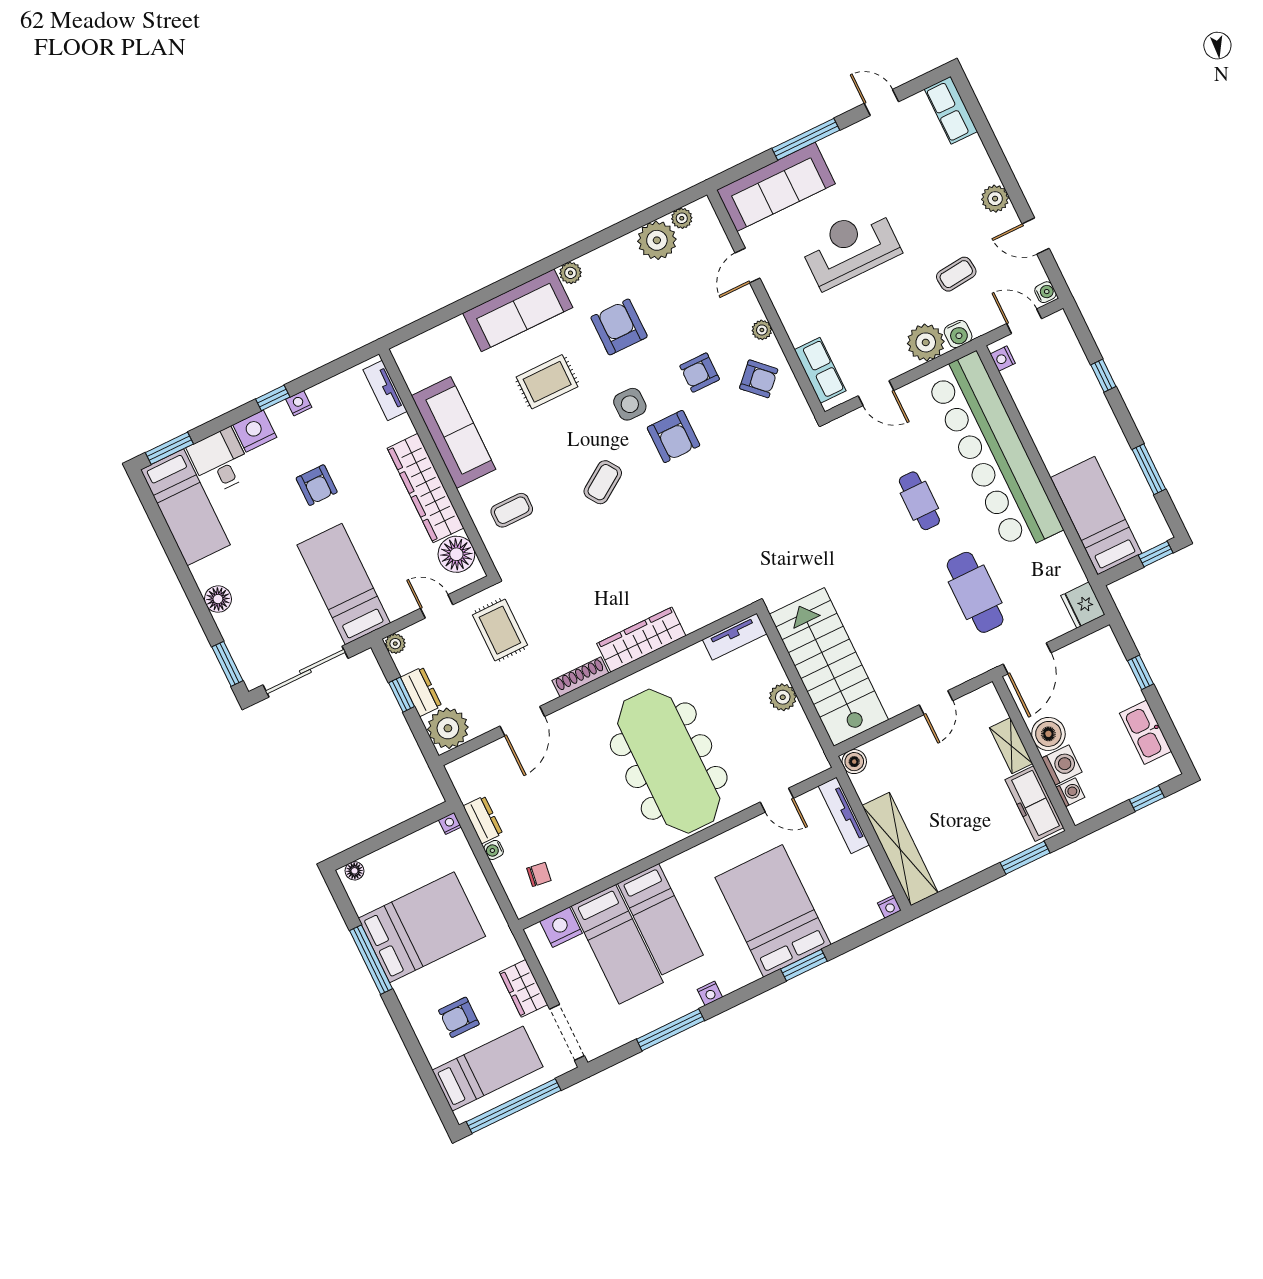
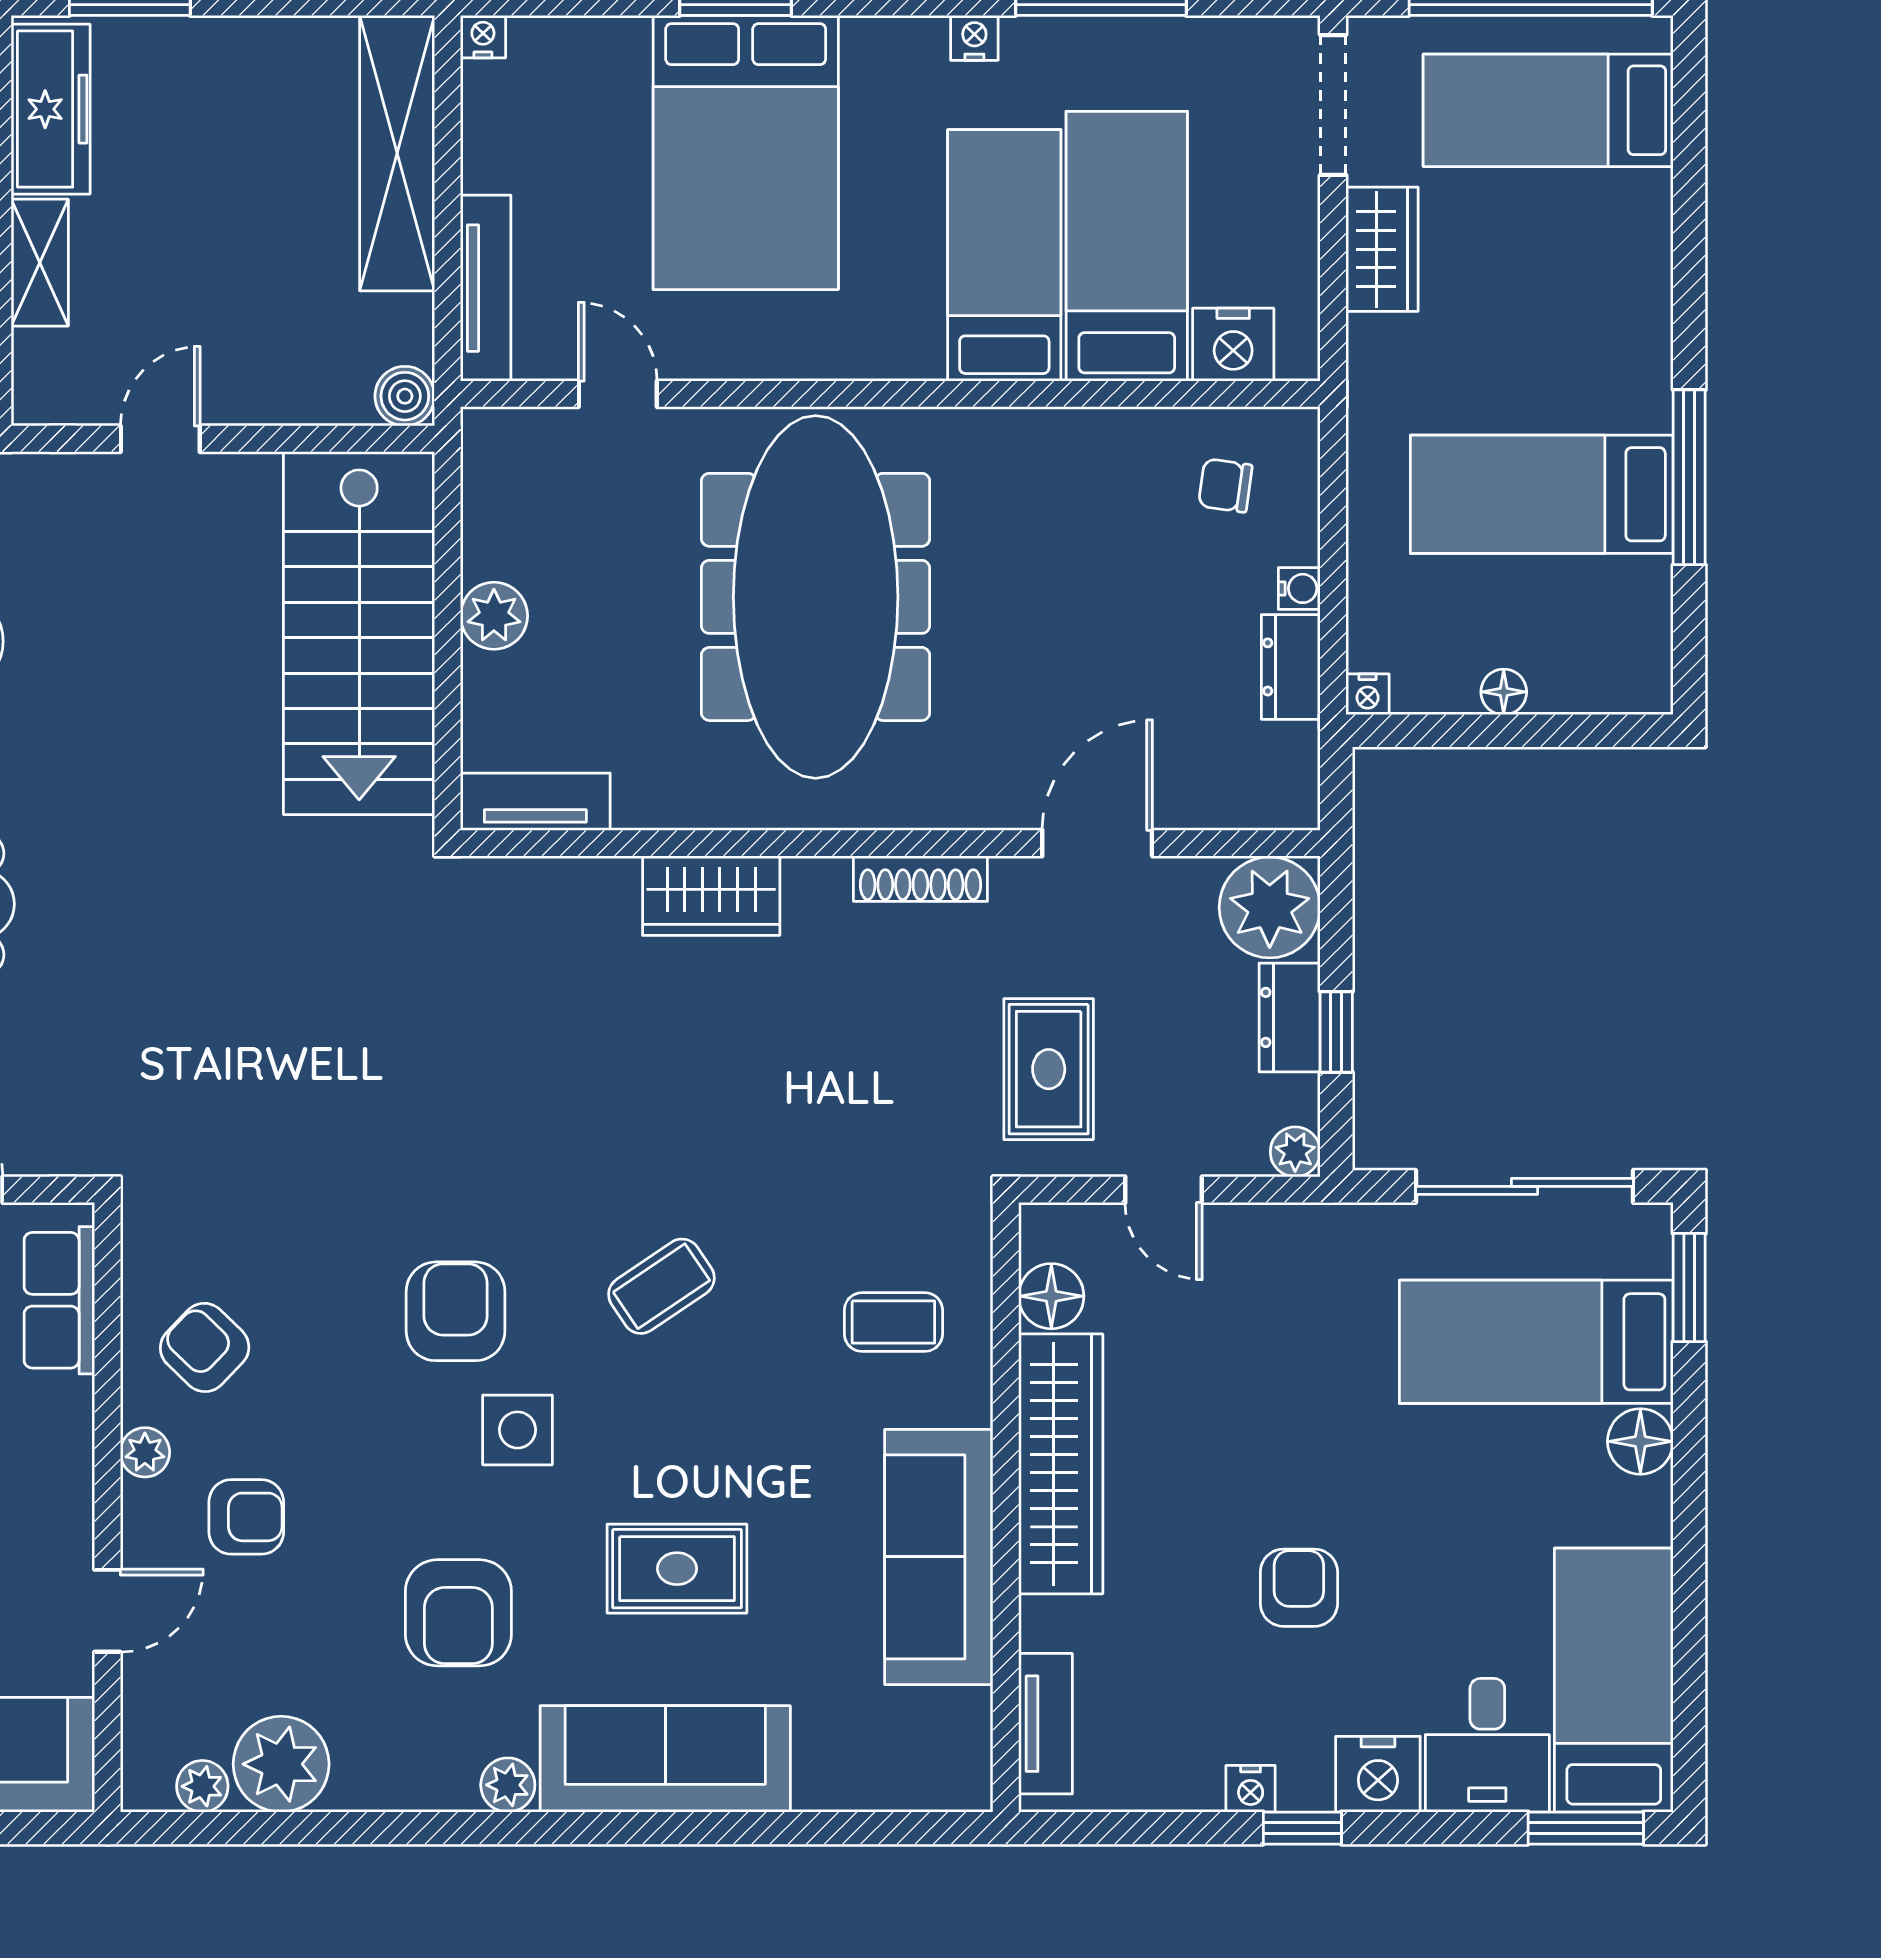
armchair: (700, 373) -> (246, 1517), moved
floor lamp: (456, 554) -> (1051, 1296), width x0.73, depth x0.73
bed: (344, 584) -> (1536, 1342), moved, turned 90
wardrobe: (641, 640) -> (711, 896), width x0.67
floor lamp: (354, 871) -> (1504, 692), moved
bed: (422, 927) -> (1542, 494), width x0.67
armchair: (459, 1017) -> (1557, 255), removed

